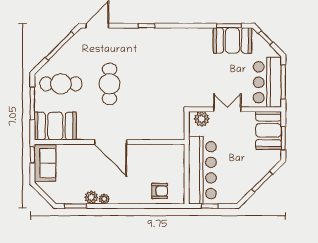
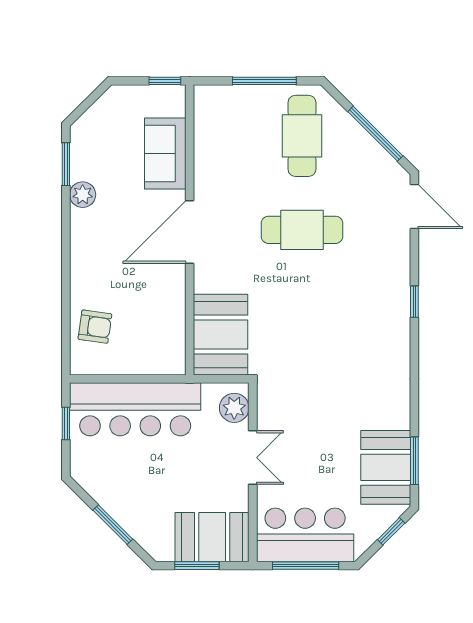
booth: (55, 126) -> (221, 335), moved
sofa: (45, 163) -> (165, 154), moved, turned 90
armchair: (160, 191) -> (95, 327), turned -82
plant: (104, 199) -> (80, 220), removed

